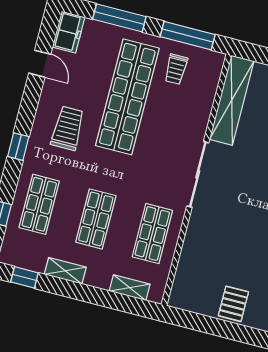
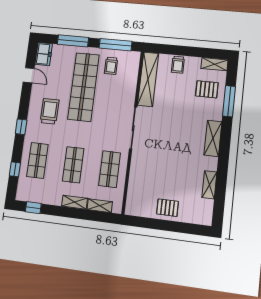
shelving: (65, 271) -> (75, 202), moved
pallet: (233, 304) -> (167, 208), turned 90

